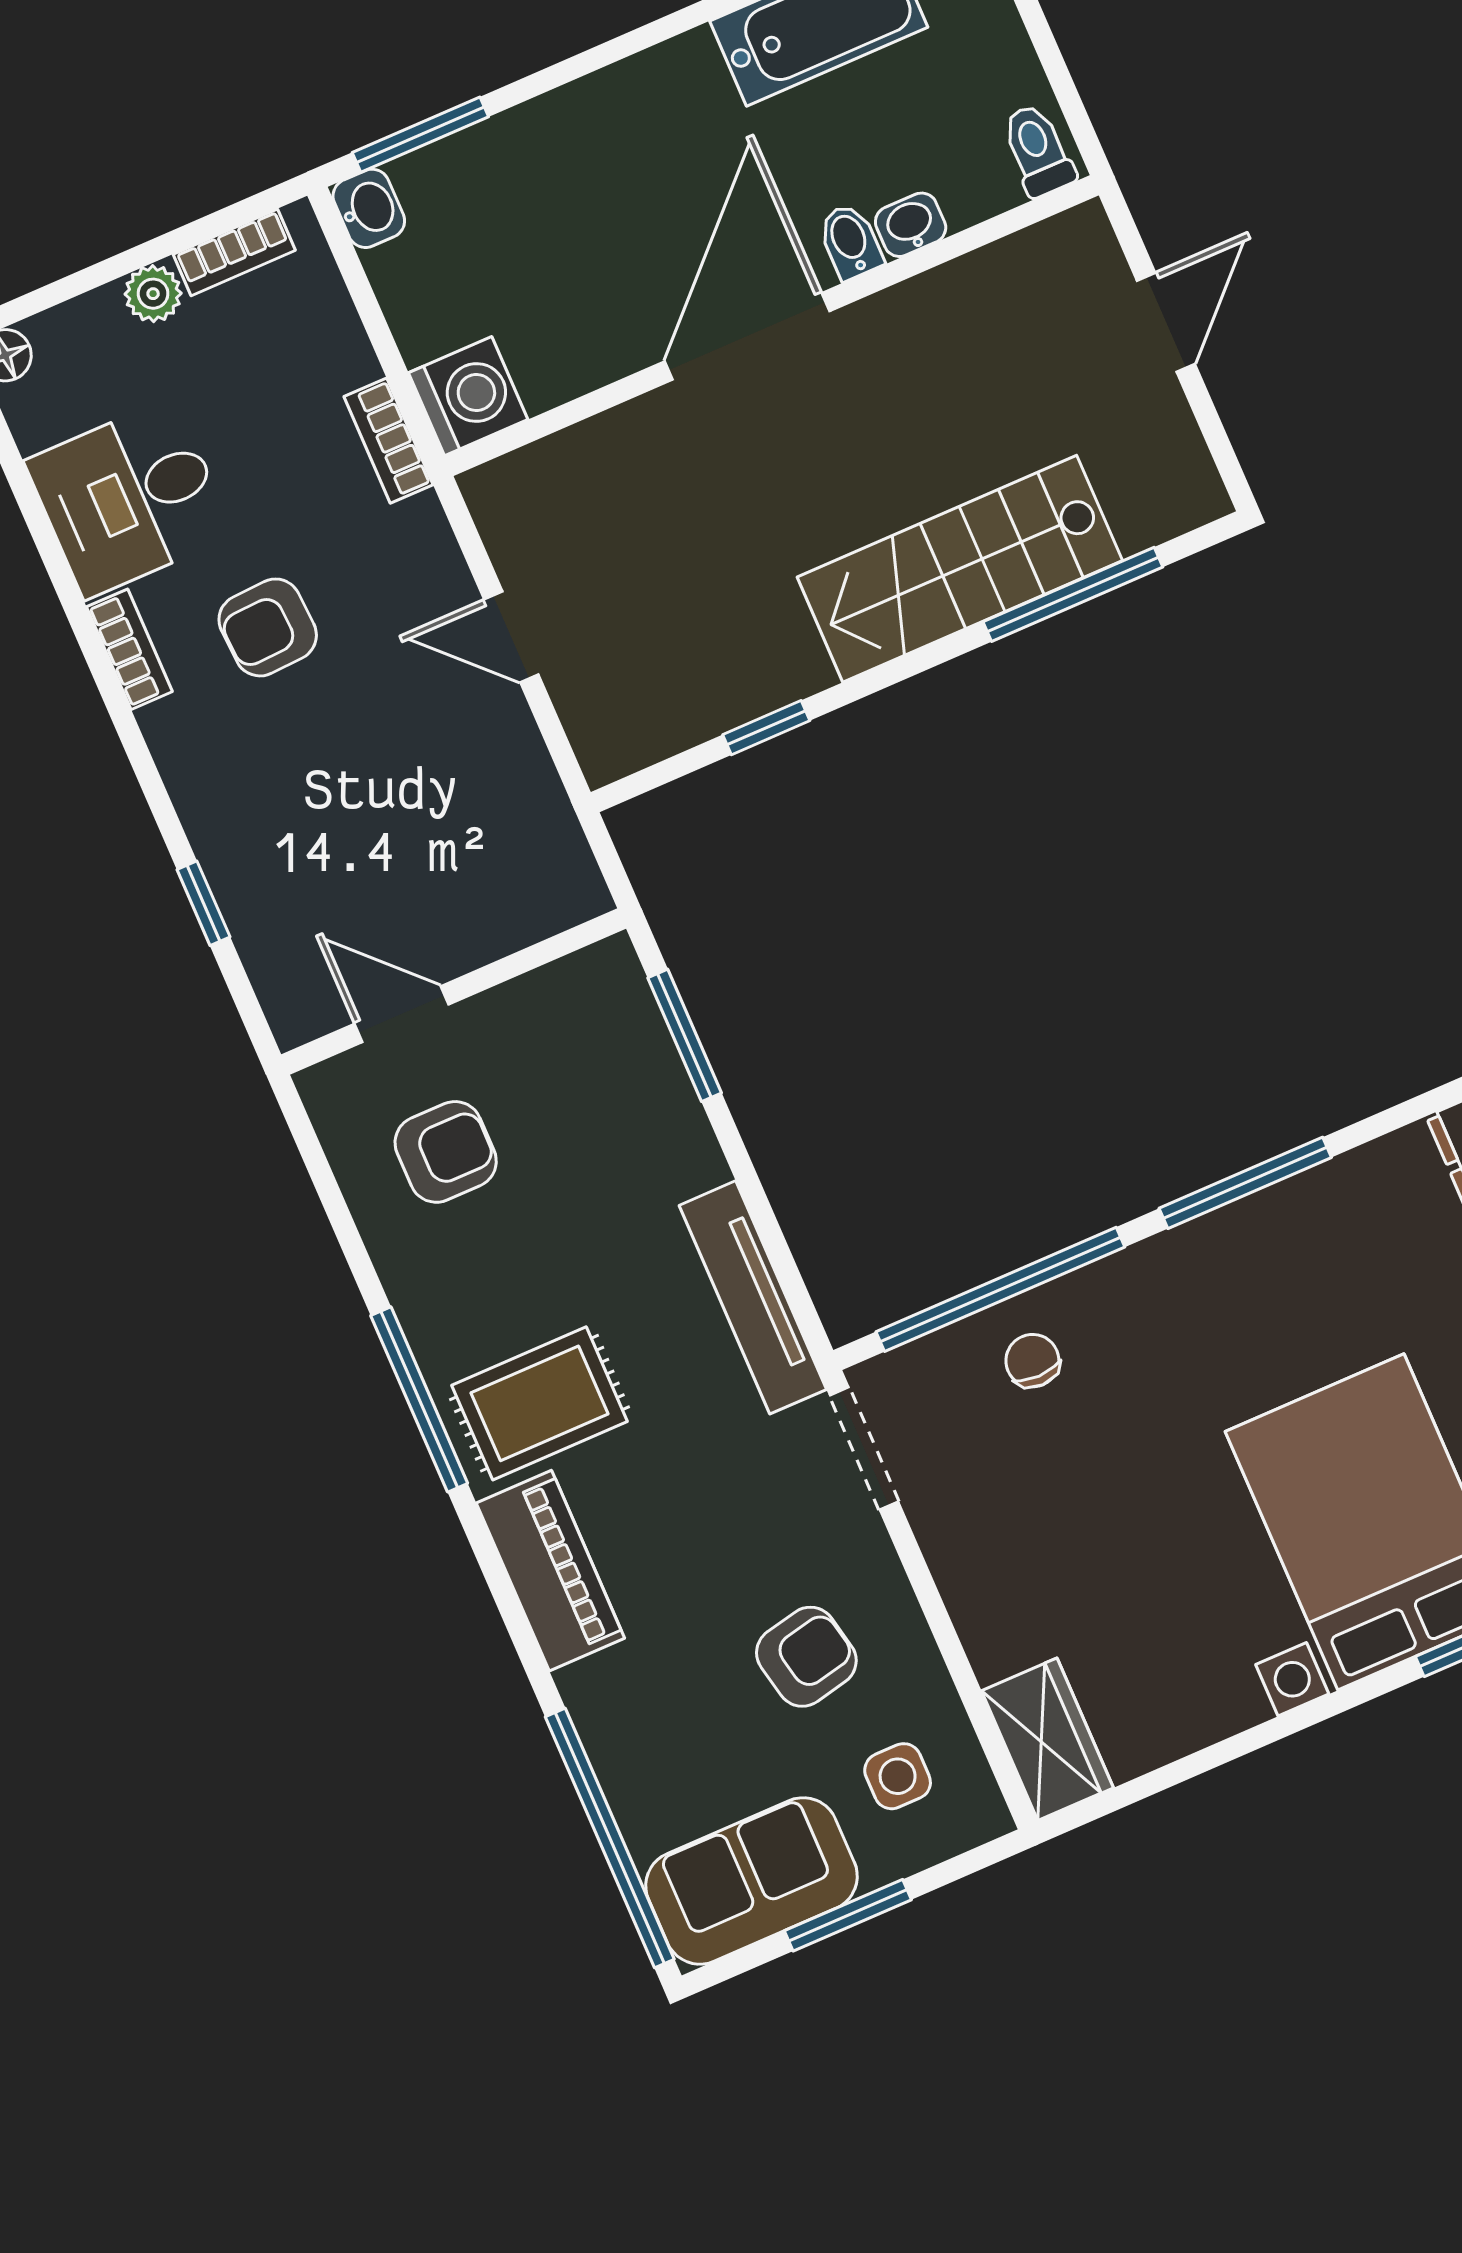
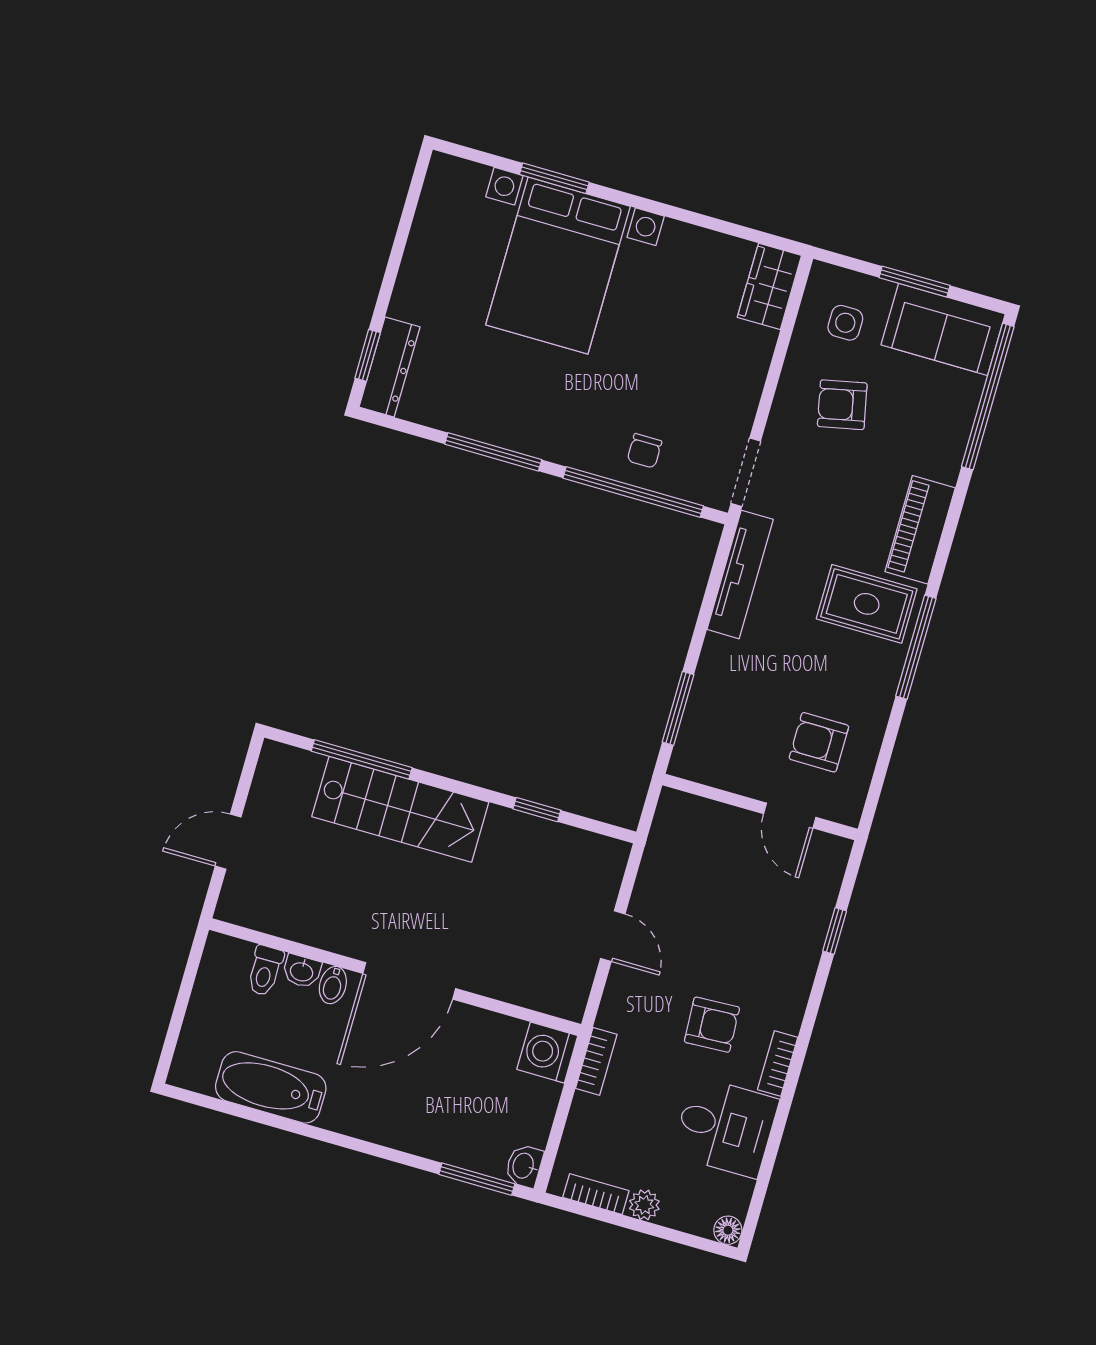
toilet: (1038, 150) -> (265, 971), moved

